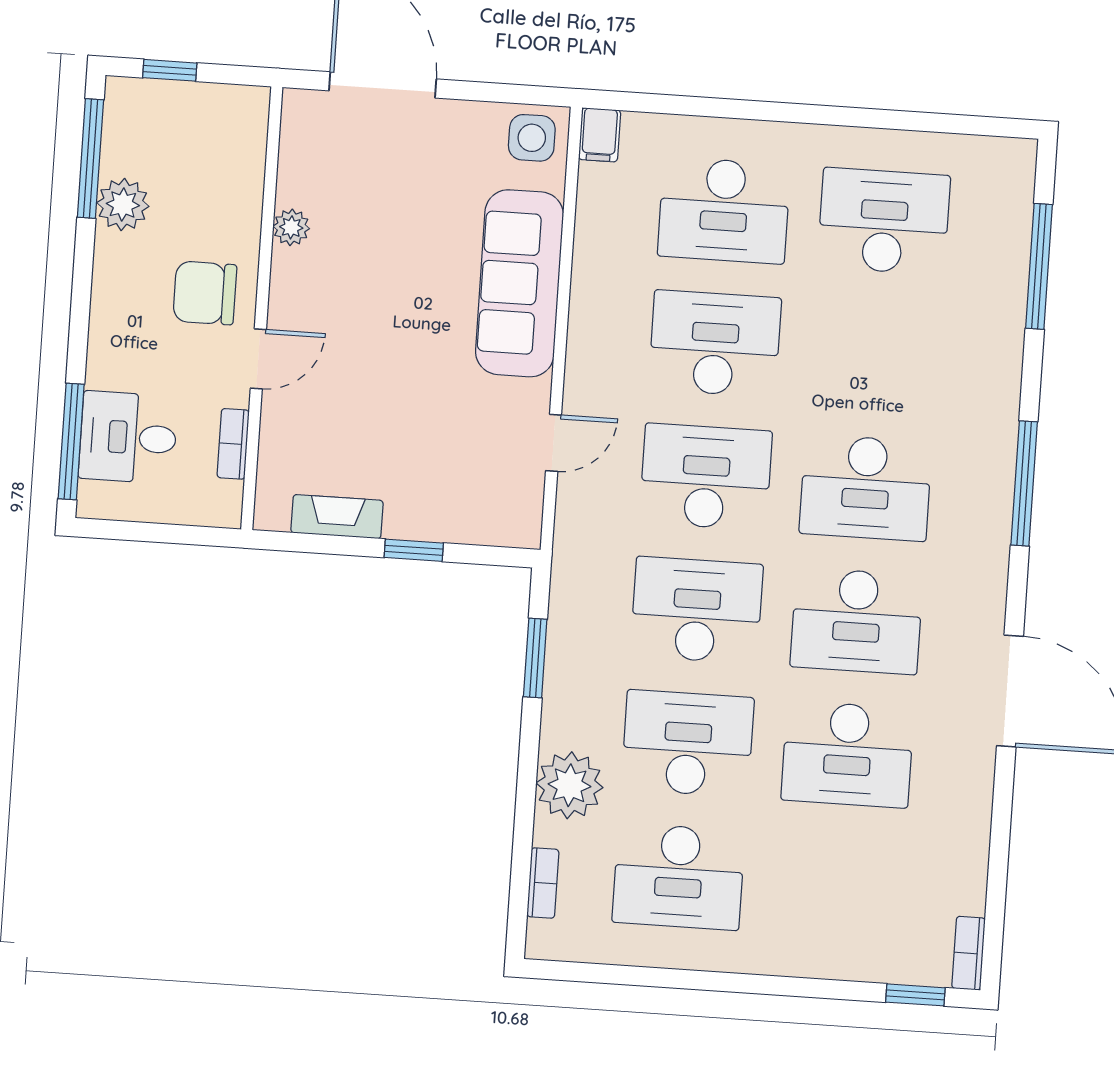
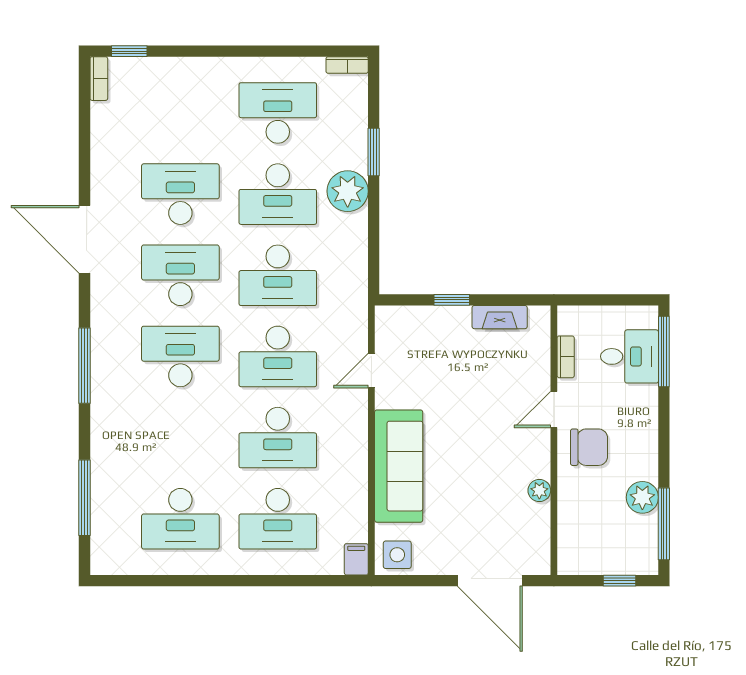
desk: (724, 210) -> (278, 519), turned 180
window: (535, 658) -> (374, 152), moved
plant: (570, 785) -> (348, 191), moved
bookcase: (543, 883) -> (347, 65), moved, turned -90

